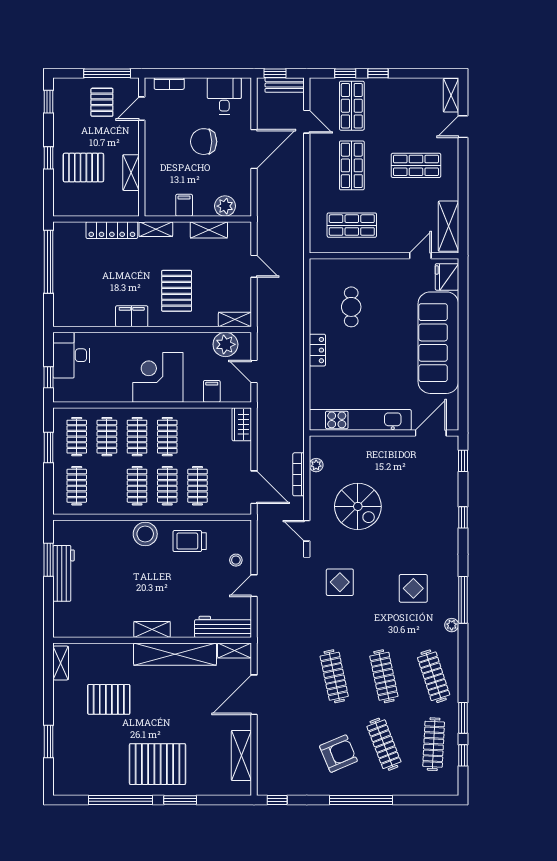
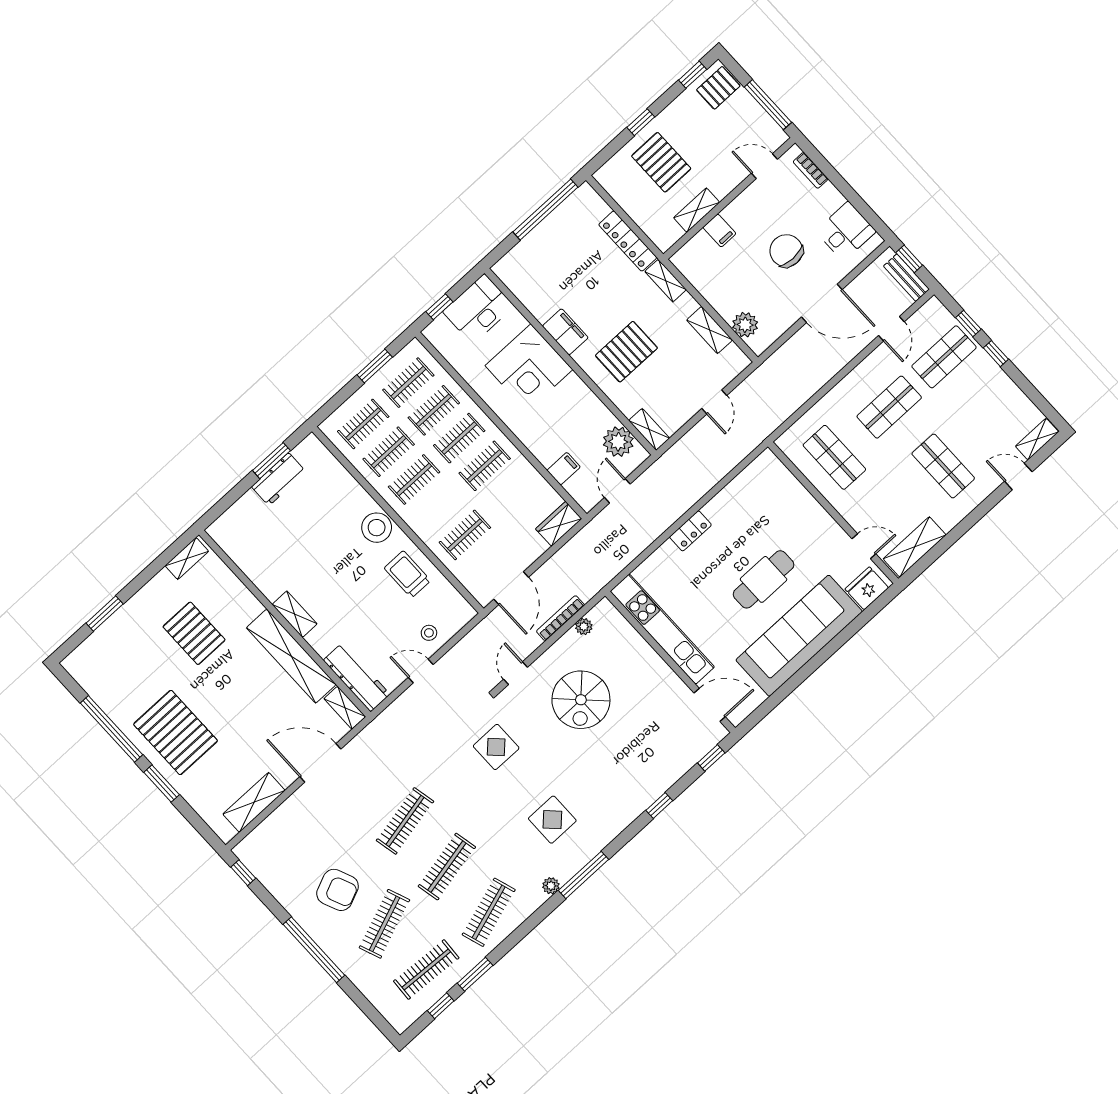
pallet: (102, 102) -> (718, 88), moved
filing cabinet: (184, 205) -> (719, 231), moved, turned 90
cafe table: (351, 307) -> (764, 579), moved, width x1.37, depth x1.35
corner desk: (158, 377) -> (529, 368), moved, turned 180
clothes rail: (167, 486) -> (389, 452), moved
workbench: (64, 573) -> (279, 479), width x0.73

